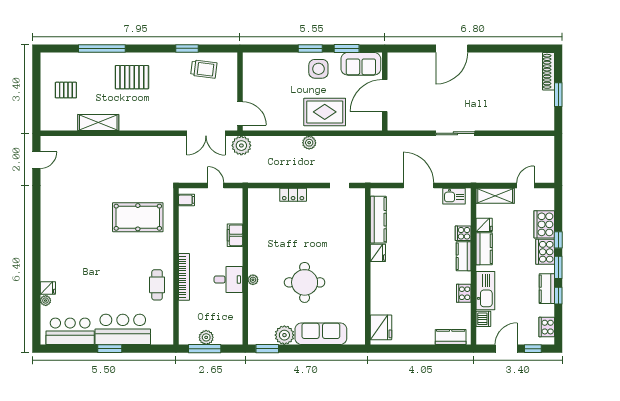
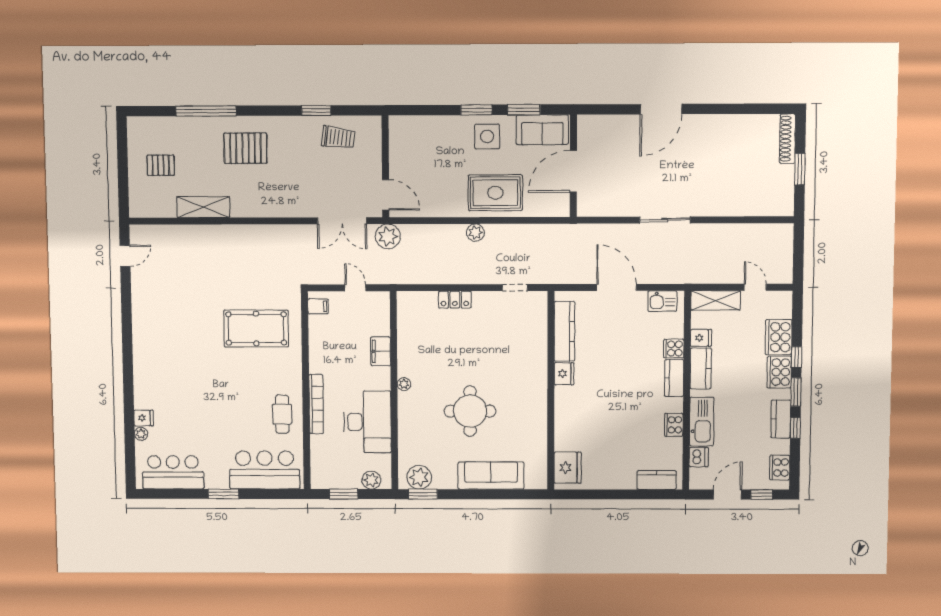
door: (525, 185) -> (755, 287), hinge flipped
desk: (228, 279) -> (367, 422), width x1.87, depth x1.30
plant: (253, 280) -> (404, 384), moved
bar counter: (123, 329) -> (265, 470), moved
plant: (284, 335) -> (419, 477), moved
plant: (206, 337) -> (371, 480), moved
window: (205, 349) -> (344, 494), width x0.69

